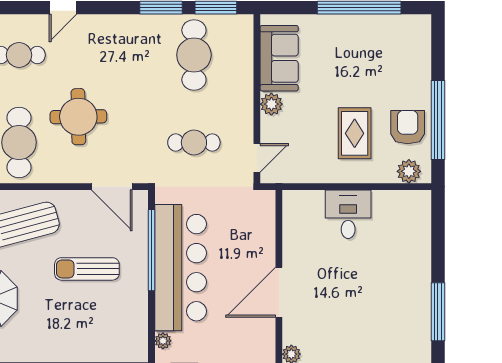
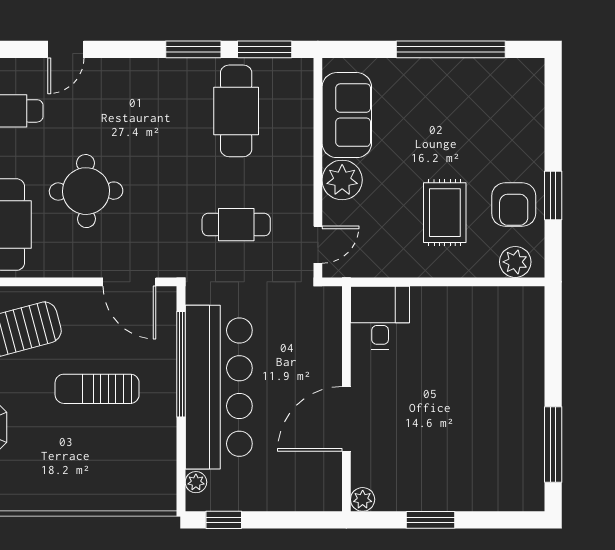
plant: (271, 104) -> (342, 180), width x1.36, depth x1.36
window: (438, 120) -> (553, 195), width x0.47
armchair: (408, 127) -> (514, 205), turned 180
desk: (348, 214) -> (380, 318), moved

